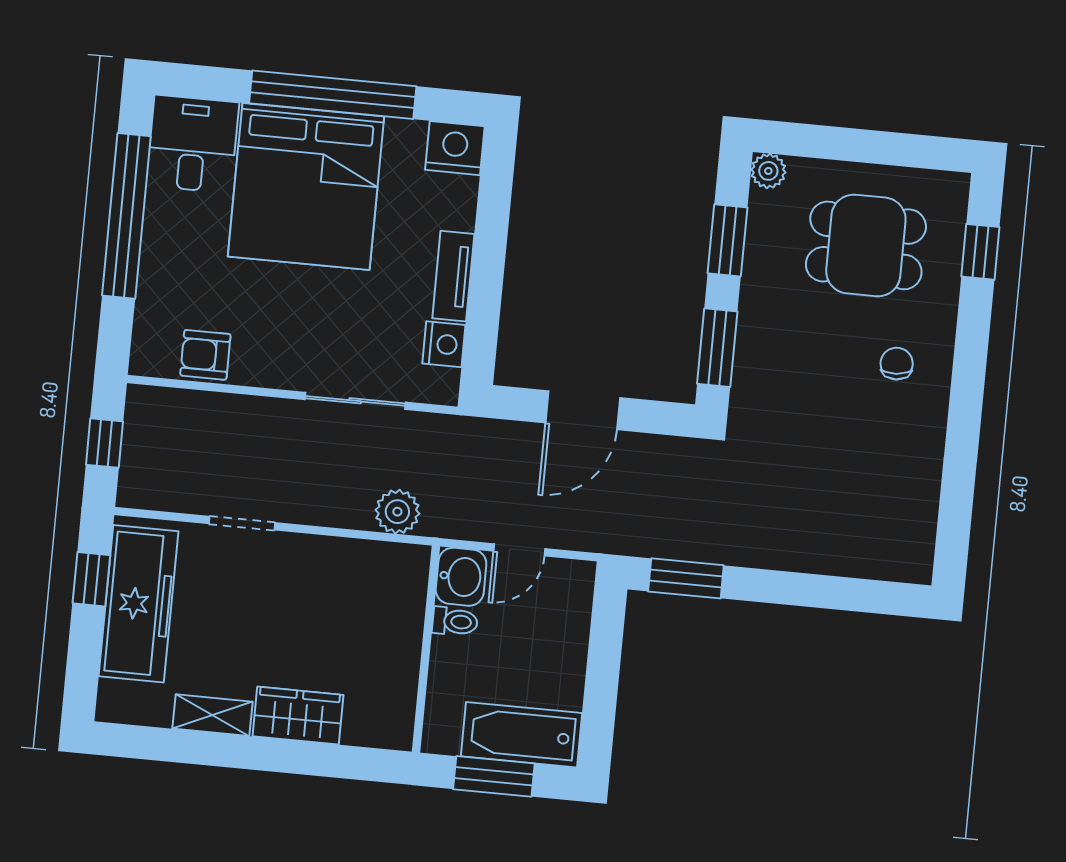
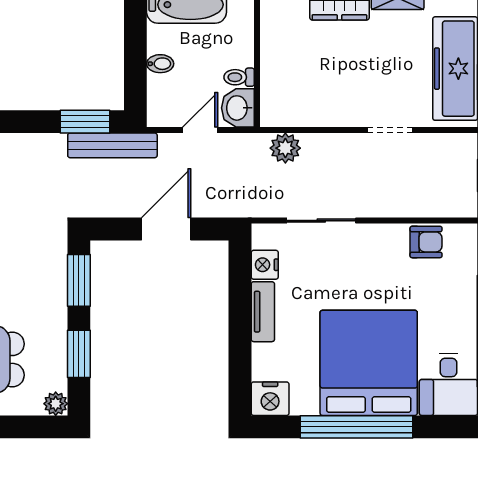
bench: (649, 540) -> (112, 145), added
bidet: (568, 652) -> (160, 64), added

